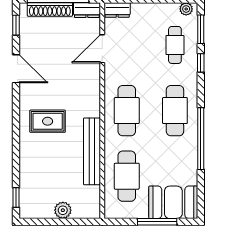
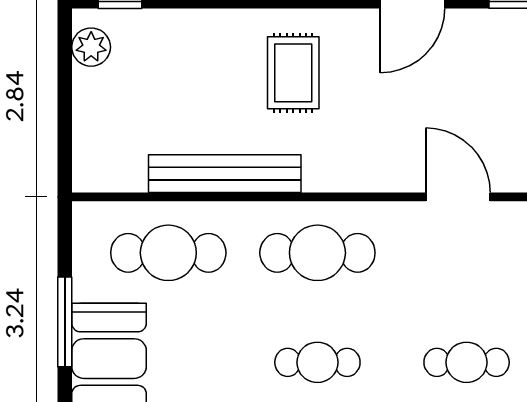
cafe table: (175, 111) -> (317, 362), width x0.73, depth x0.74
plant: (63, 210) -> (91, 47), moved

